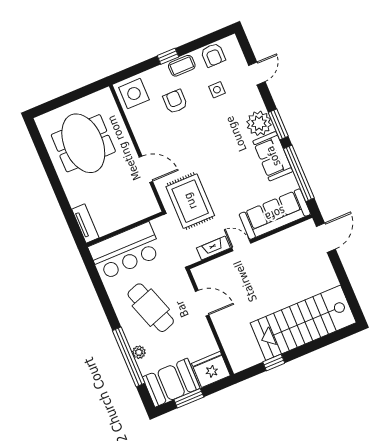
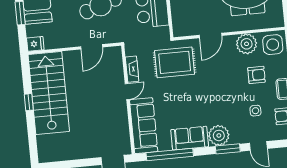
plant: (143, 124) -> (247, 44), added
window: (278, 124) -> (228, 149), moved
stairs: (303, 323) -> (49, 93), moved
window: (274, 363) -> (29, 102), moved
fridge: (211, 369) -> (35, 44), width x0.53, depth x0.75

